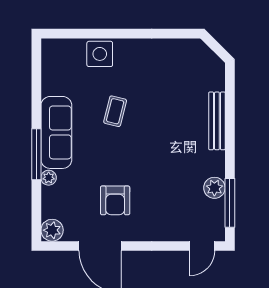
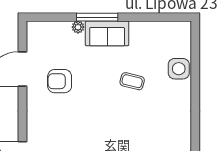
sofa: (56, 132) -> (107, 33), width x0.73
plant: (52, 230) -> (35, 30), removed

